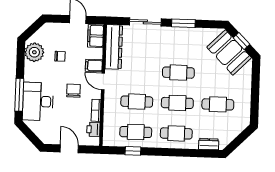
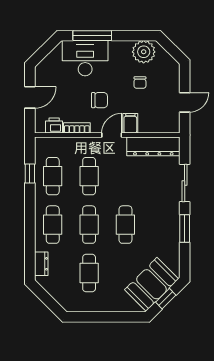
filing cabinet: (96, 36) -> (166, 124), removed

